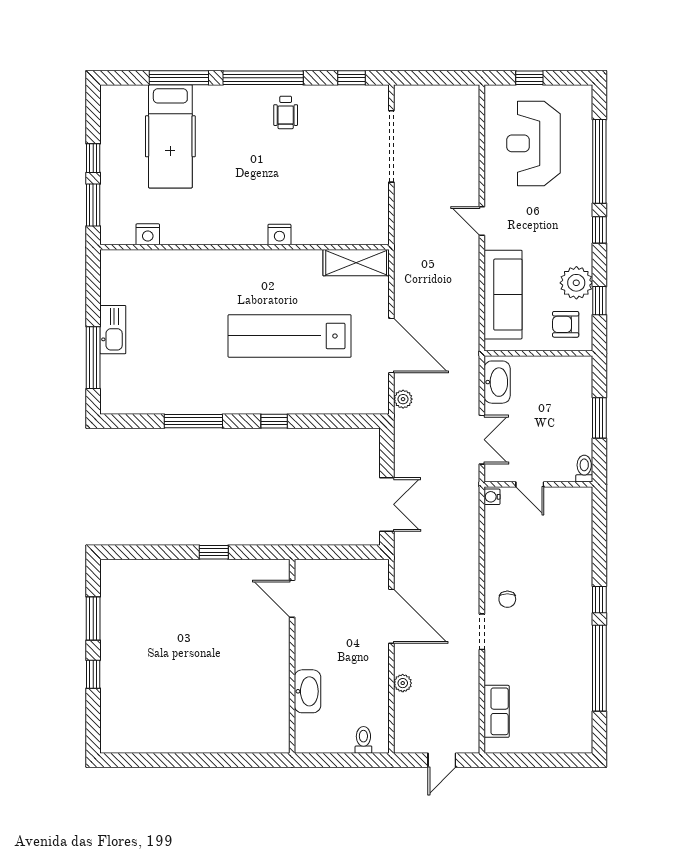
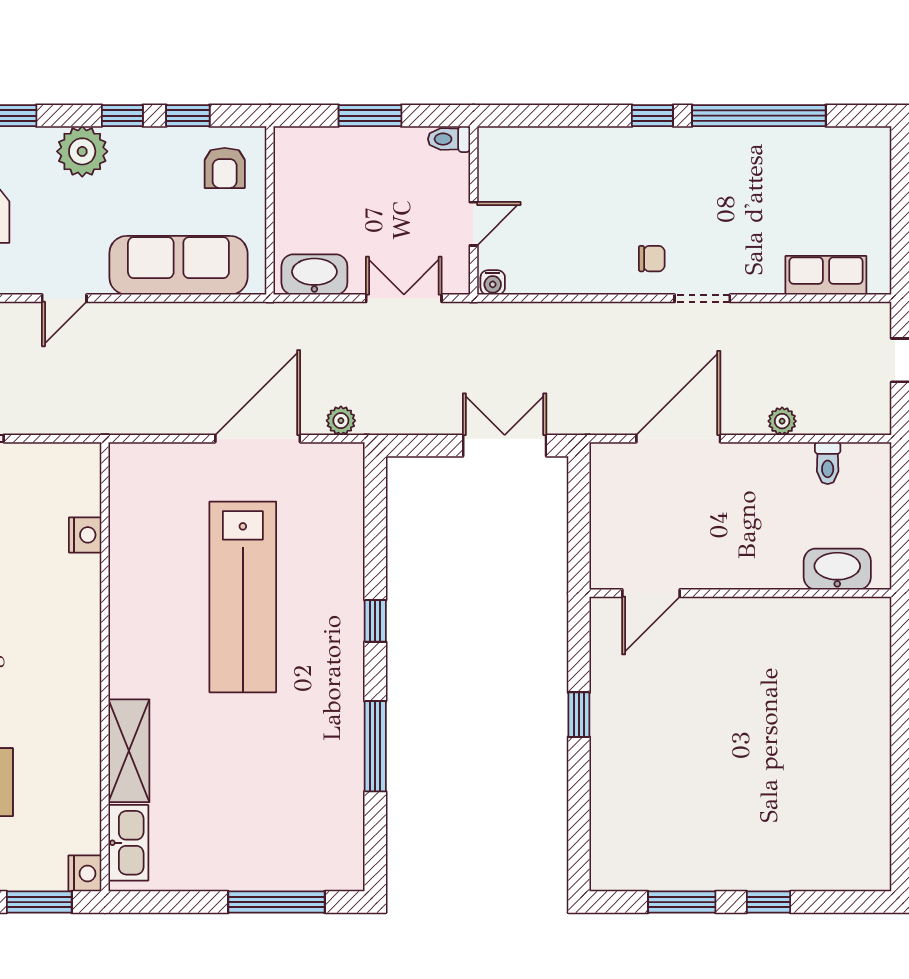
window: (599, 230) -> (122, 116), moved
nightstand: (148, 234) -> (85, 873), moved
nightstand: (279, 235) -> (85, 535), moved
shelving: (356, 263) -> (129, 751), moved
plant: (576, 283) -> (82, 151), moved
kitchen sink: (113, 330) -> (128, 843), moved, turned 90
washbasin: (307, 691) -> (837, 569), moved
toilet: (363, 740) -> (828, 463), moved, turned -90

